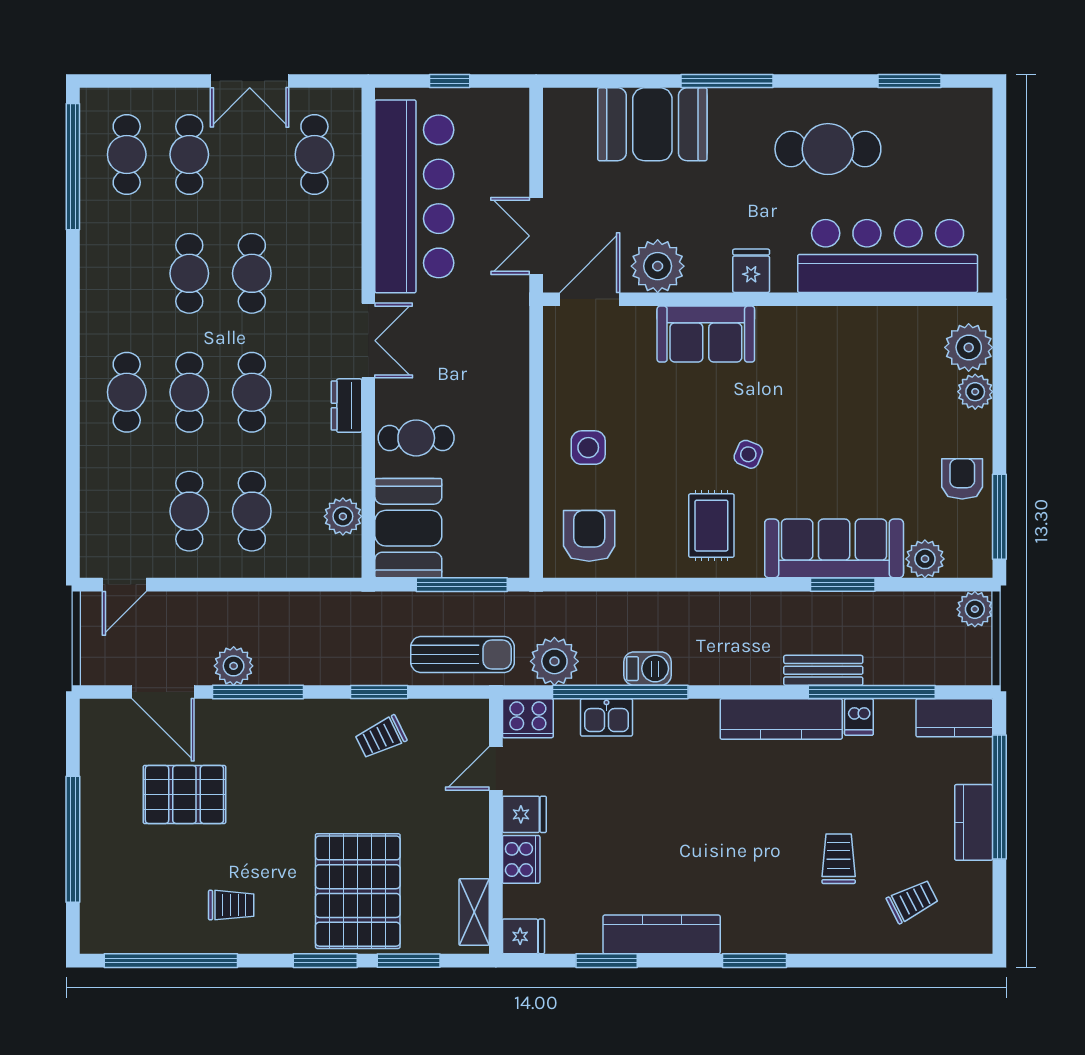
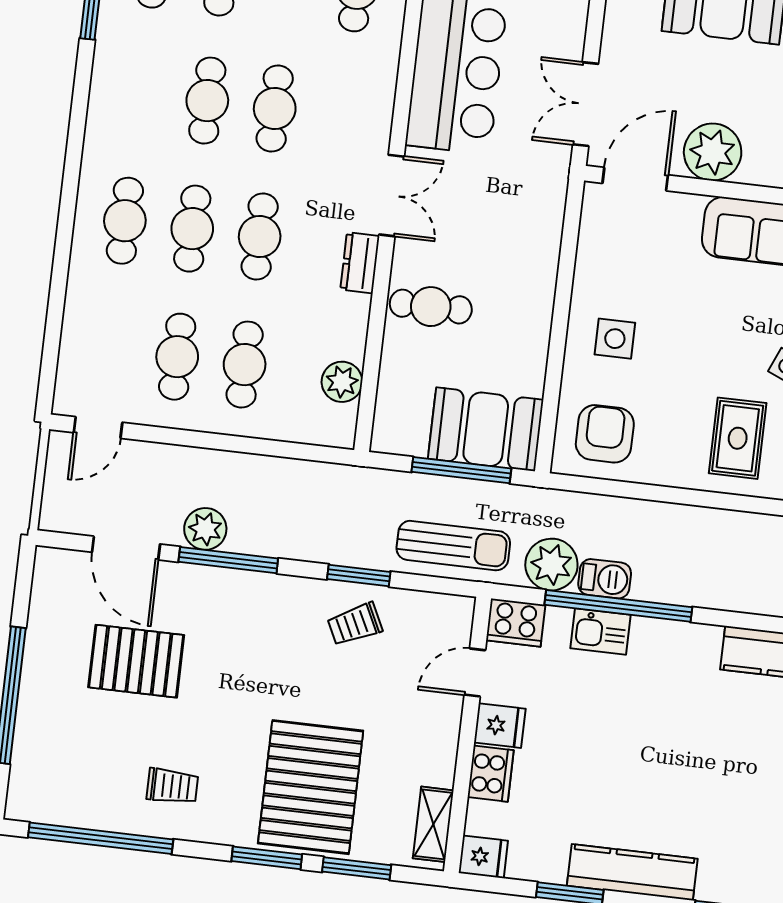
booth: (408, 528) -> (486, 429), moved, turned 90
barbecue: (648, 669) -> (605, 579), moved

